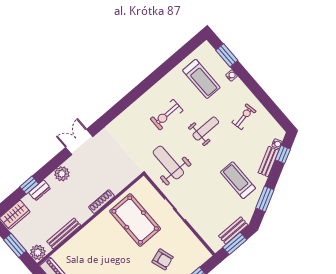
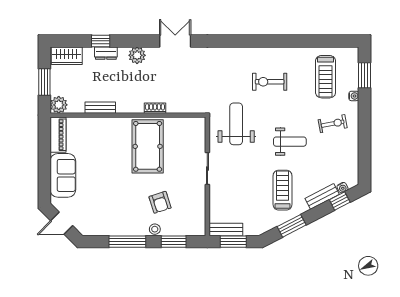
exercise bike: (244, 117) -> (333, 124), moved
weight bench: (206, 129) -> (290, 142), moved
shoe rack: (102, 202) -> (155, 108), width x0.70
pool table: (135, 220) -> (148, 146), moved
bench: (233, 230) -> (226, 229), moved
bench: (64, 233) -> (100, 108), width x0.73

